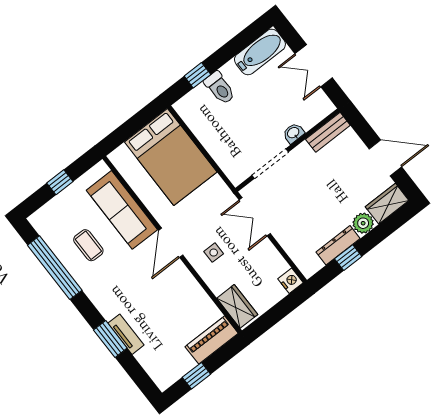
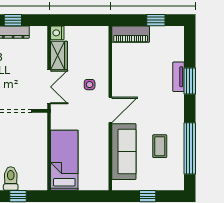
bed: (171, 157) -> (64, 160), width x0.67
wardrobe: (237, 306) -> (59, 55), moved, turned 180

